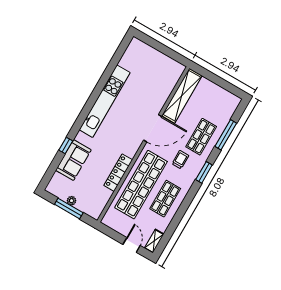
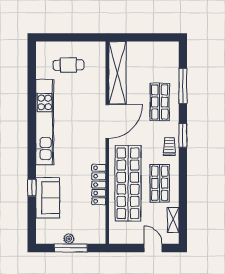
cafe table: (148, 68) -> (68, 65), added
trolley: (180, 160) -> (169, 147), moved
shelving: (154, 241) -> (173, 220), moved

